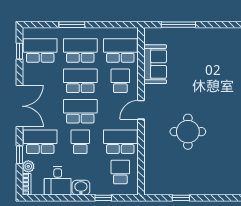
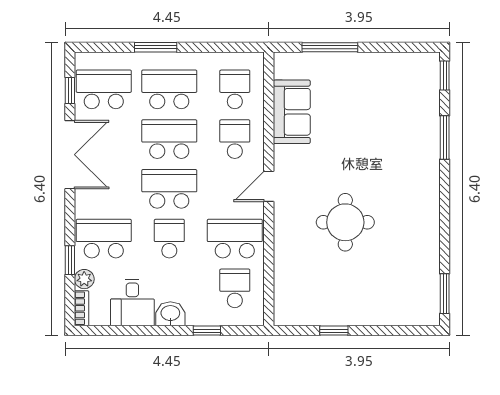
school desk: (120, 50) -> (235, 89), width x0.54
double door: (20, 106) -> (70, 155), moved

